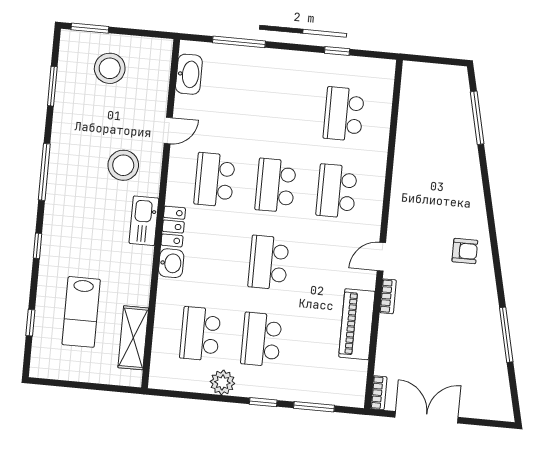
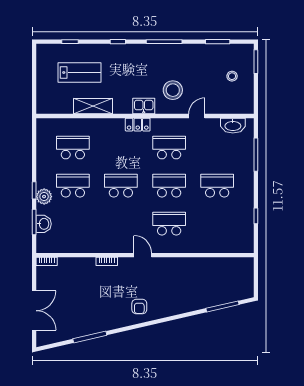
stool: (110, 68) -> (232, 76), width x0.53, depth x0.53
school desk: (344, 114) -> (217, 186), moved
door: (168, 130) -> (197, 116), swing flipped
kitchen sink: (144, 221) -> (144, 106), width x0.73
door: (381, 257) -> (143, 255), moved
washbasin: (171, 263) -> (44, 224), moved, turned -90
lab bench: (81, 312) -> (80, 73), turned 180
piano: (357, 324) -> (88, 244), removed
shelving: (133, 338) -> (93, 106), moved
plant: (222, 382) -> (44, 197), moved
double door: (427, 417) -> (34, 311), moved

